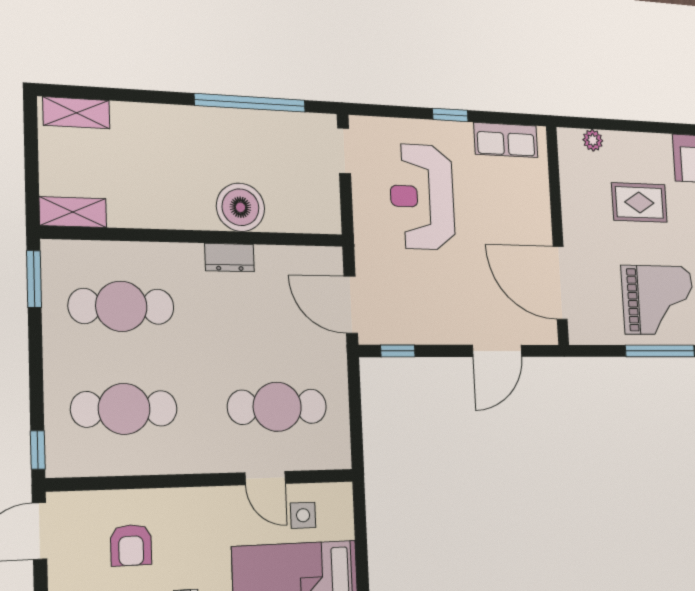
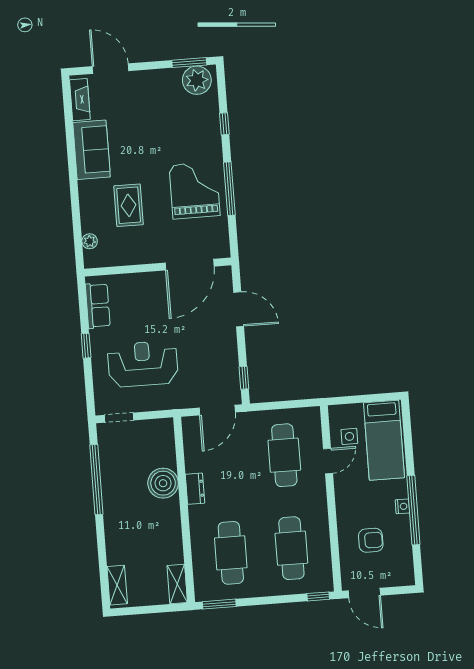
reception desk: (422, 197) -> (143, 364), turned 180

